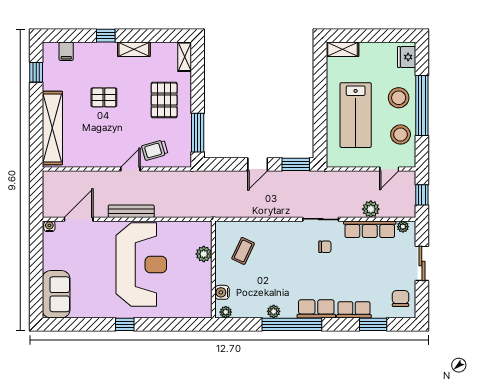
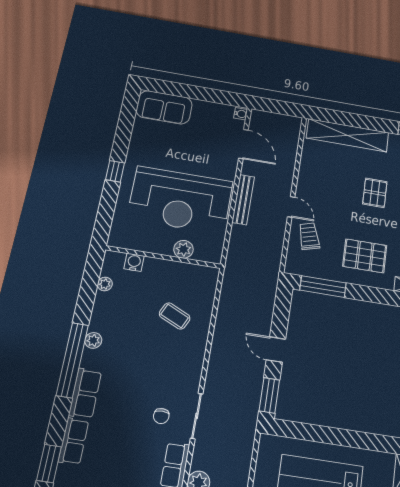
plant: (204, 254) -> (183, 249), moved
wall: (213, 269) -> (163, 257), moved
water cooler: (222, 292) -> (134, 262), moved

